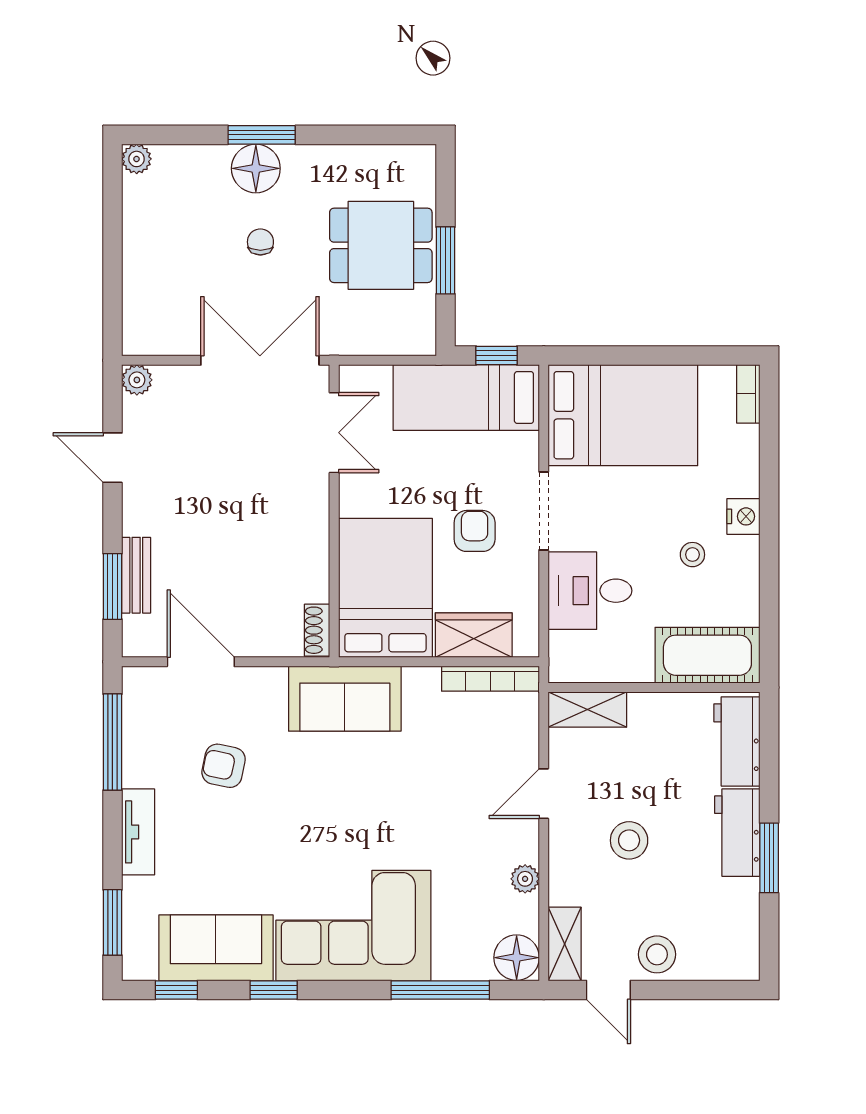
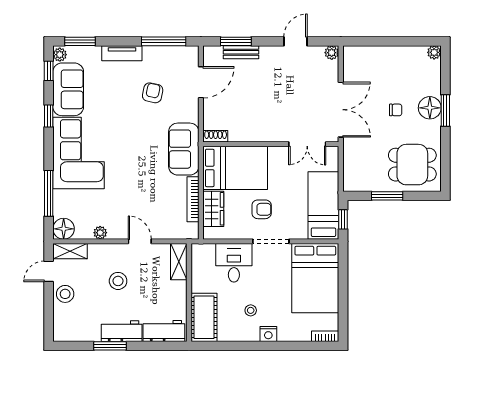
dining table: (381, 245) -> (412, 165), moved, turned 90
bookcase: (490, 679) -> (193, 199), moved
plant: (141, 966) -> (60, 55), added

